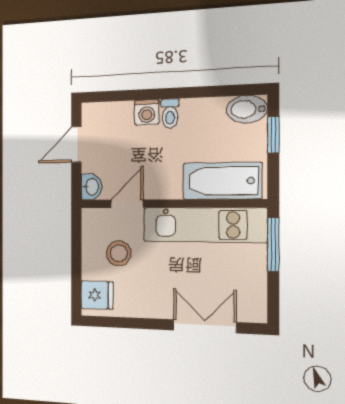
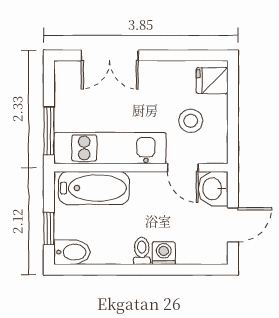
washbasin: (92, 187) -> (213, 189), width x1.38, depth x1.45
door: (127, 204) -> (183, 168), hinge flipped

